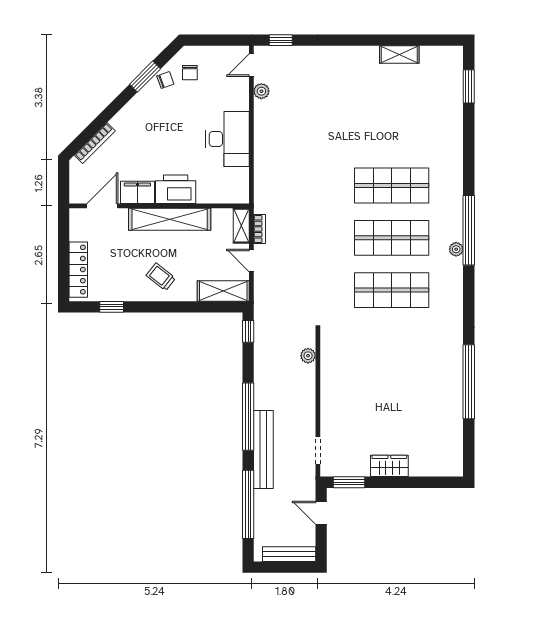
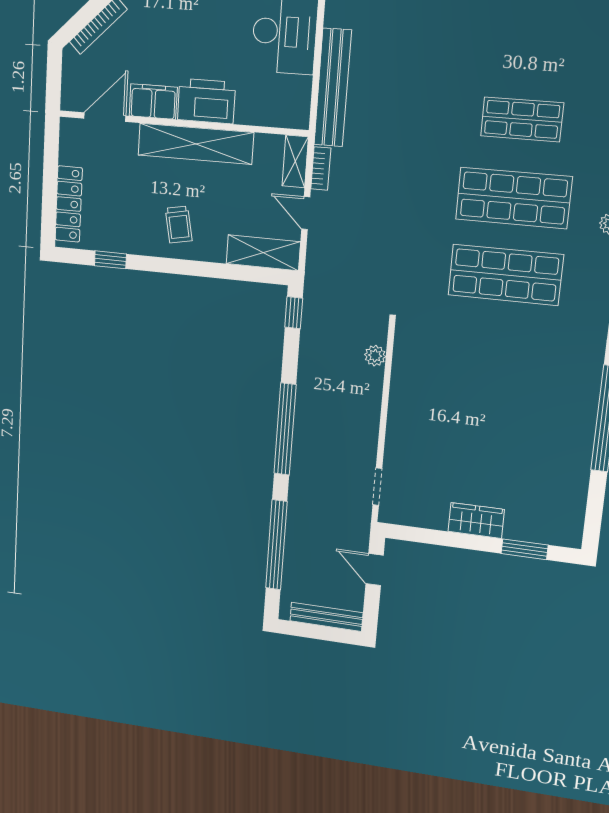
shop shelf: (392, 186) -> (522, 119), width x0.70, depth x0.74
trolley: (161, 277) -> (179, 225), turned -139
bench: (263, 449) -> (333, 88), moved
window: (349, 482) -> (525, 549), moved

